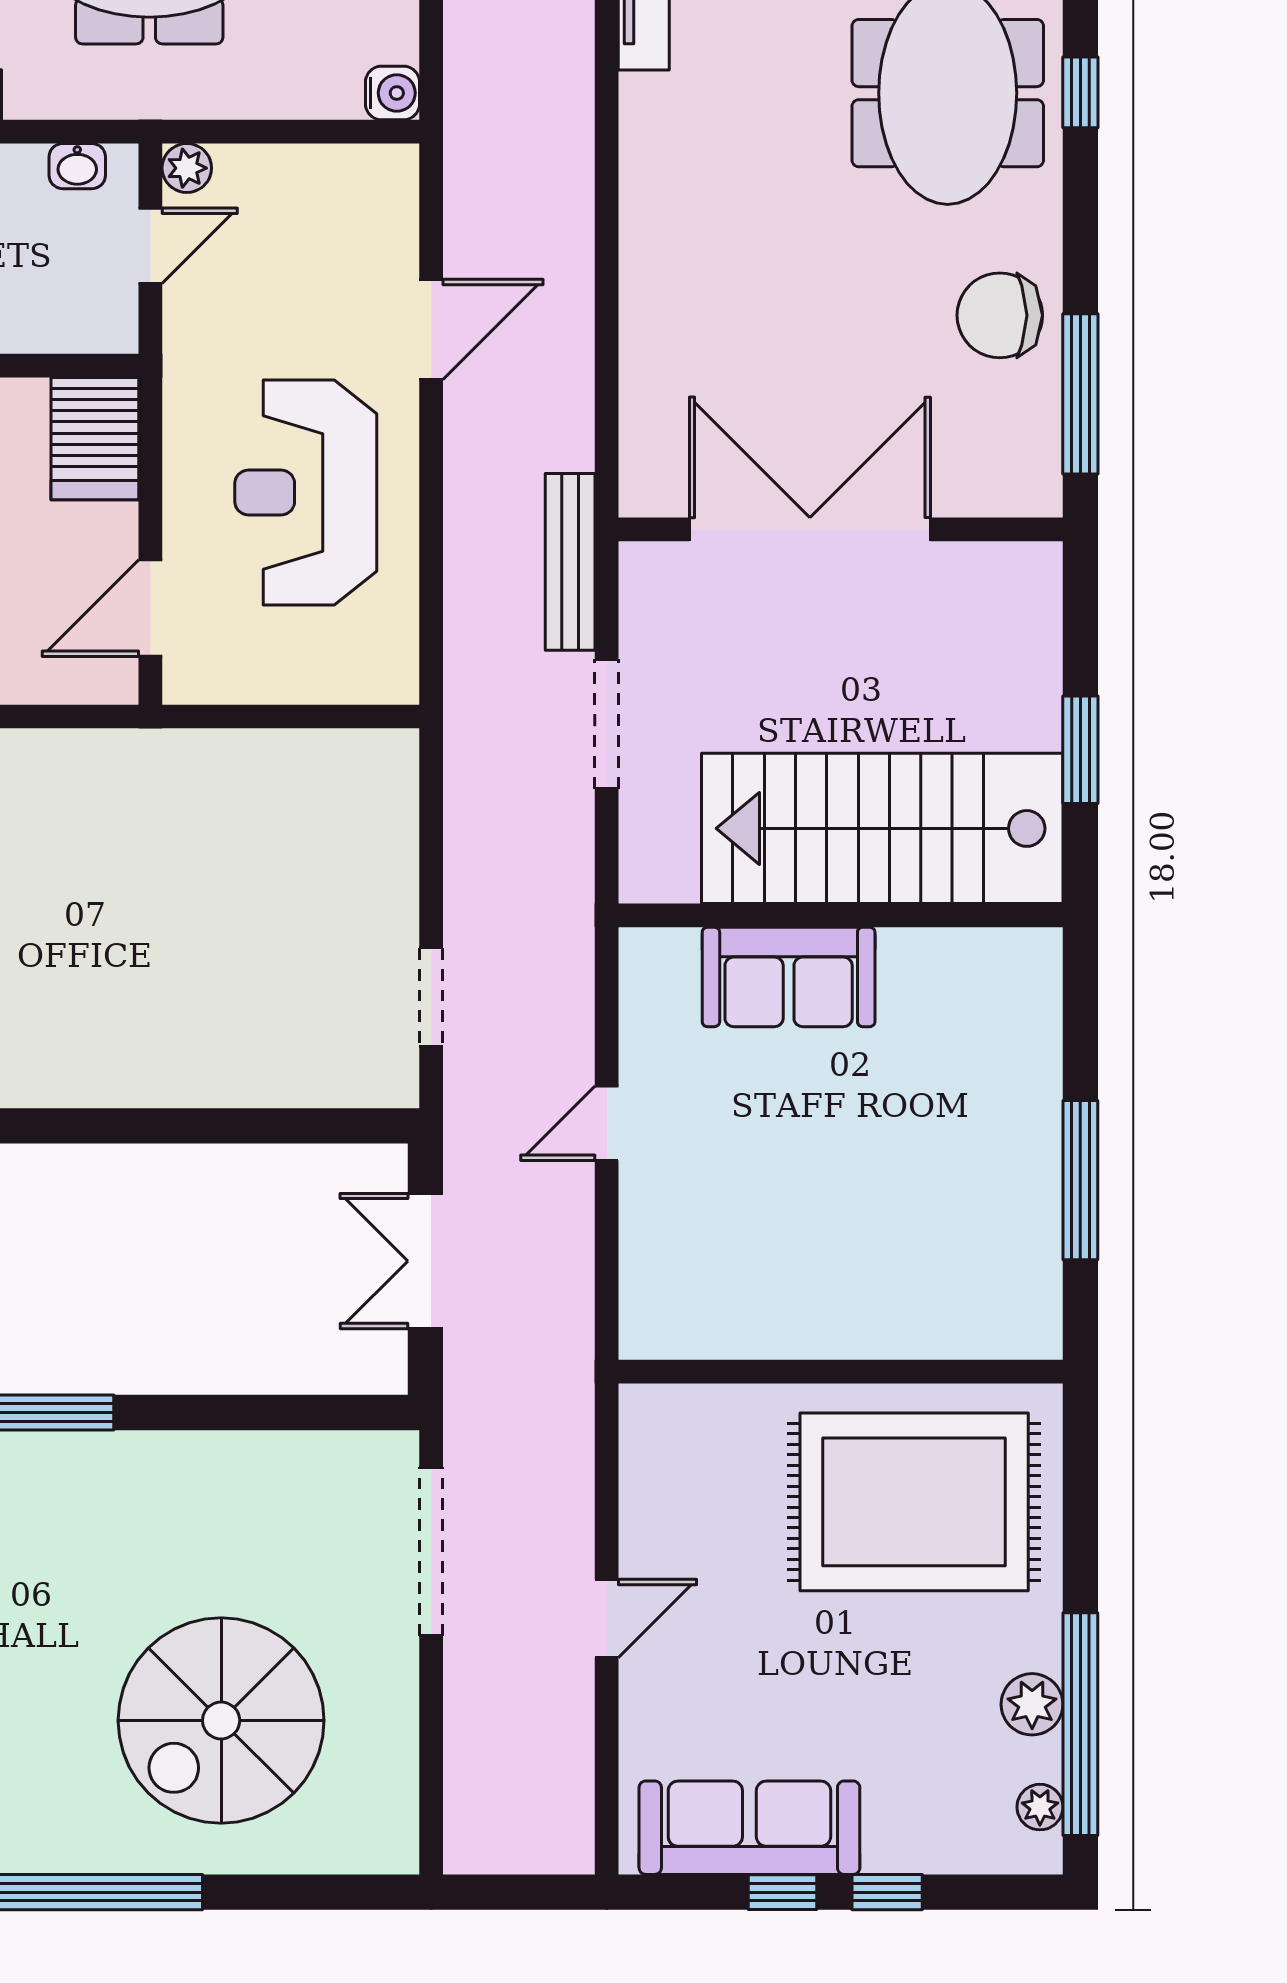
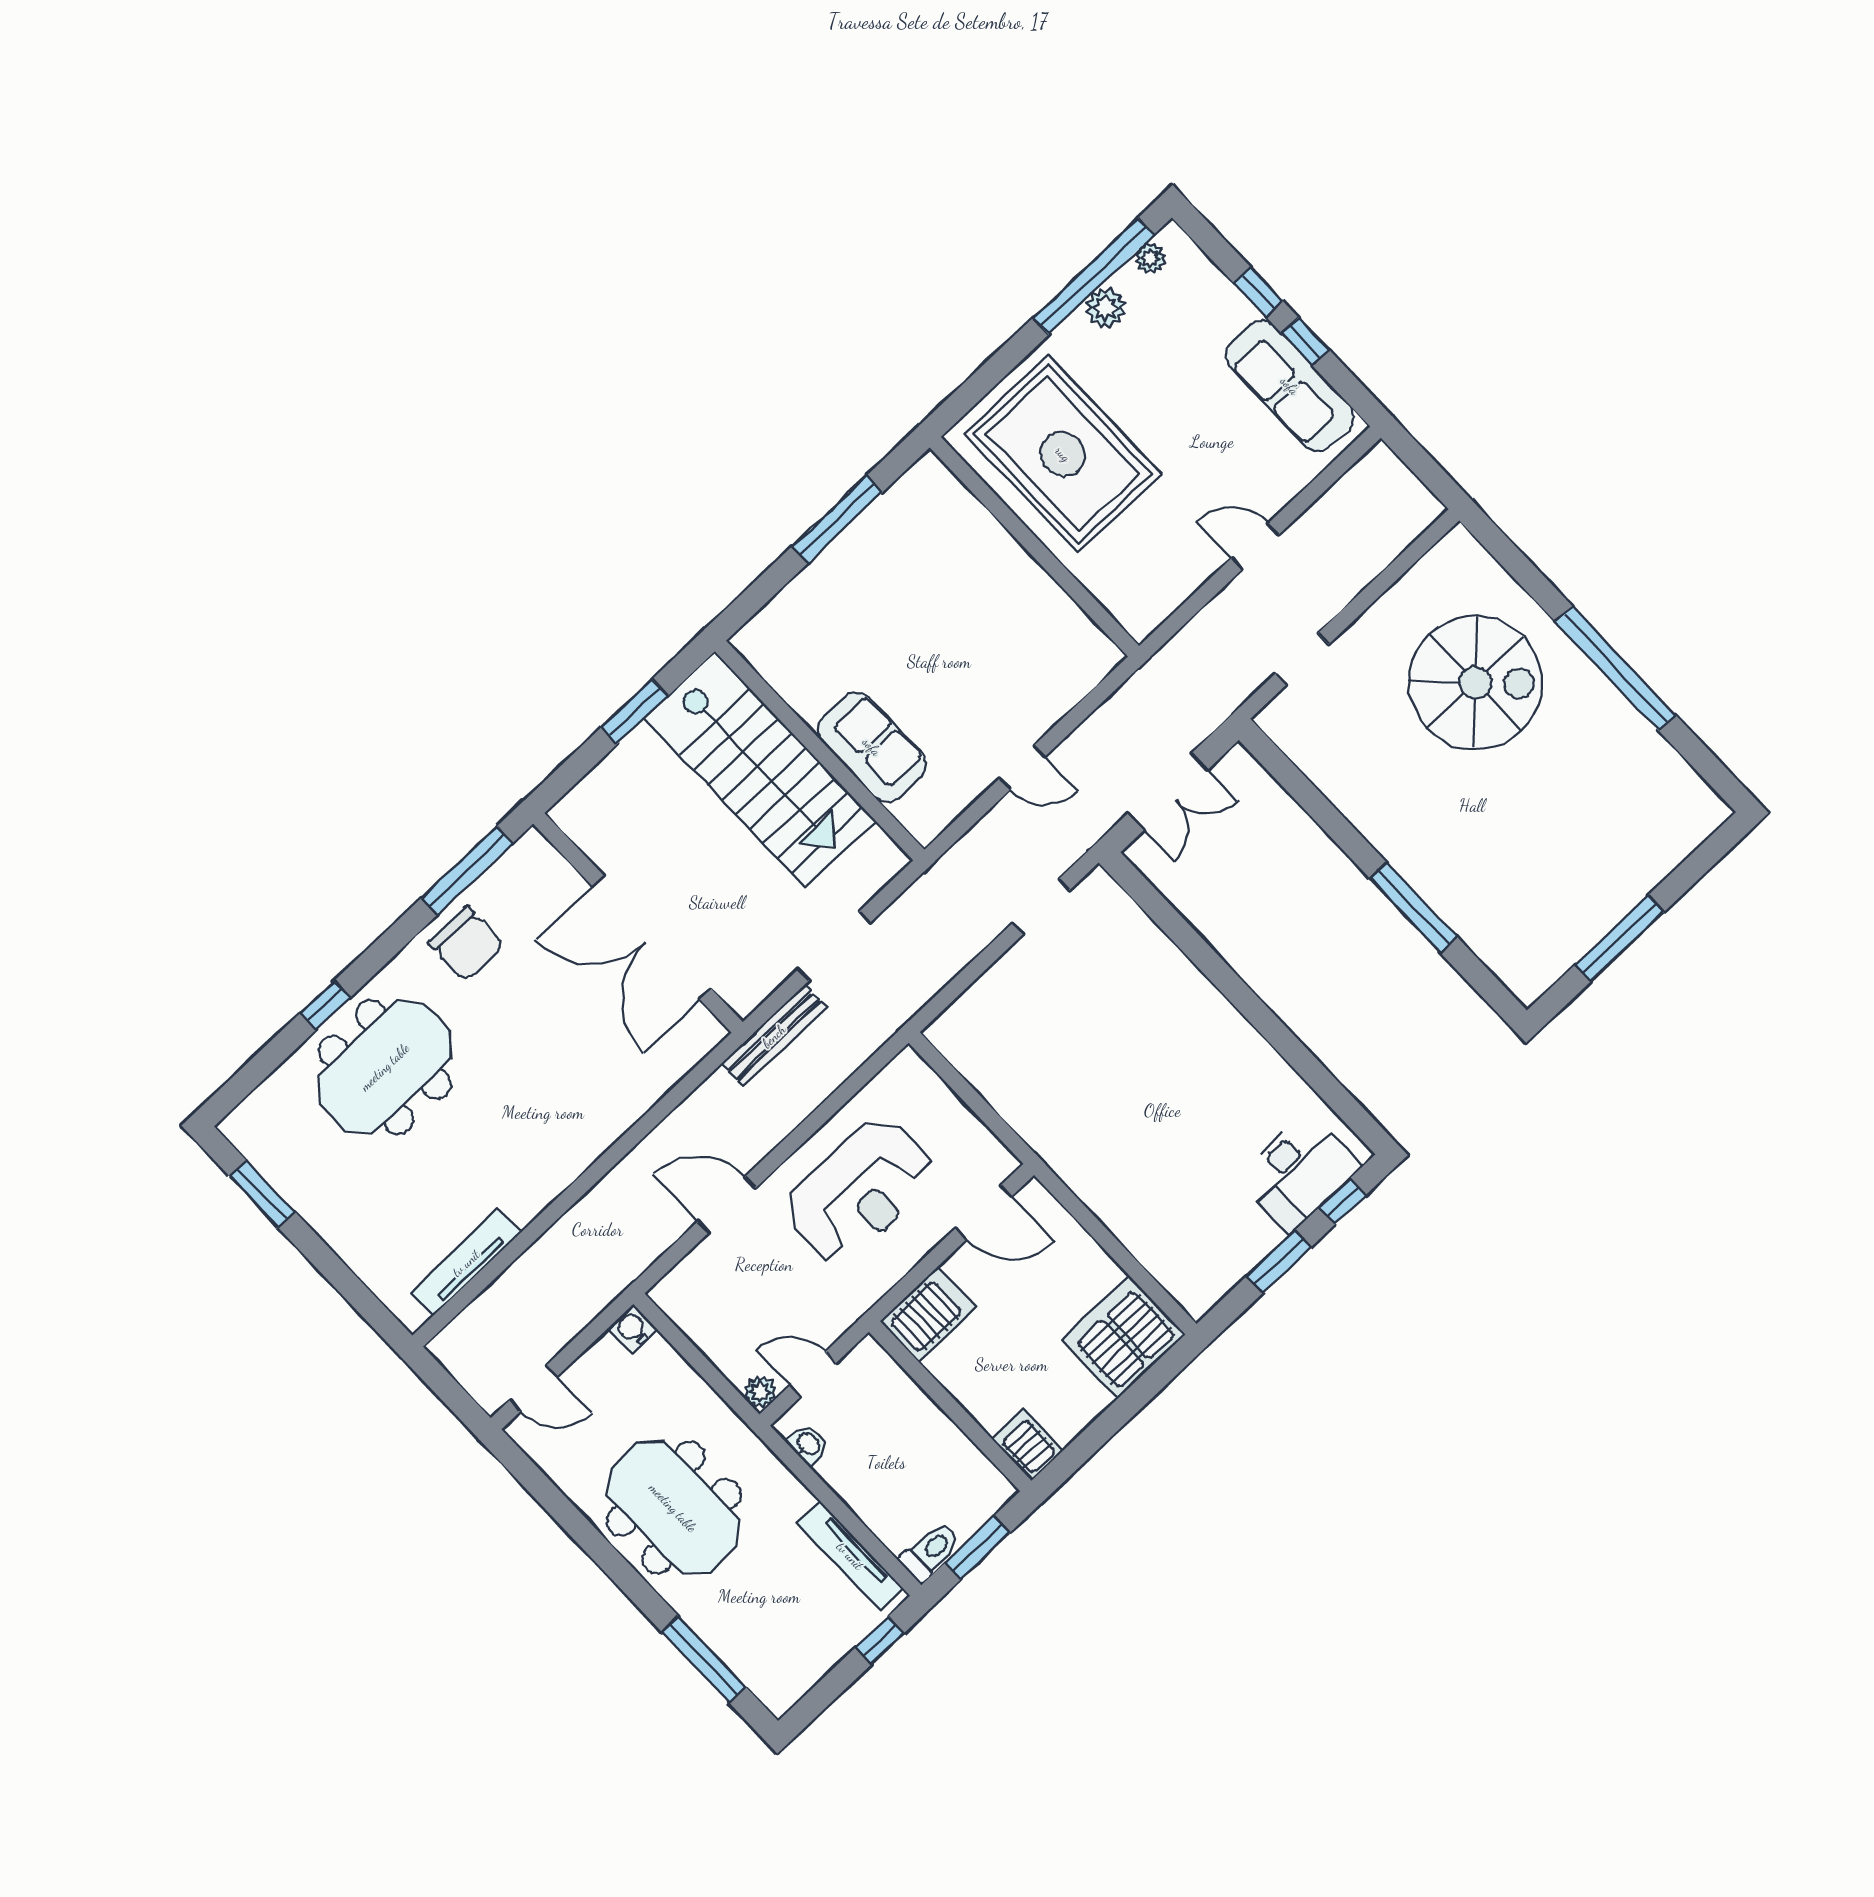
doorway: (431, 1552) -> (1302, 659), width x0.53

